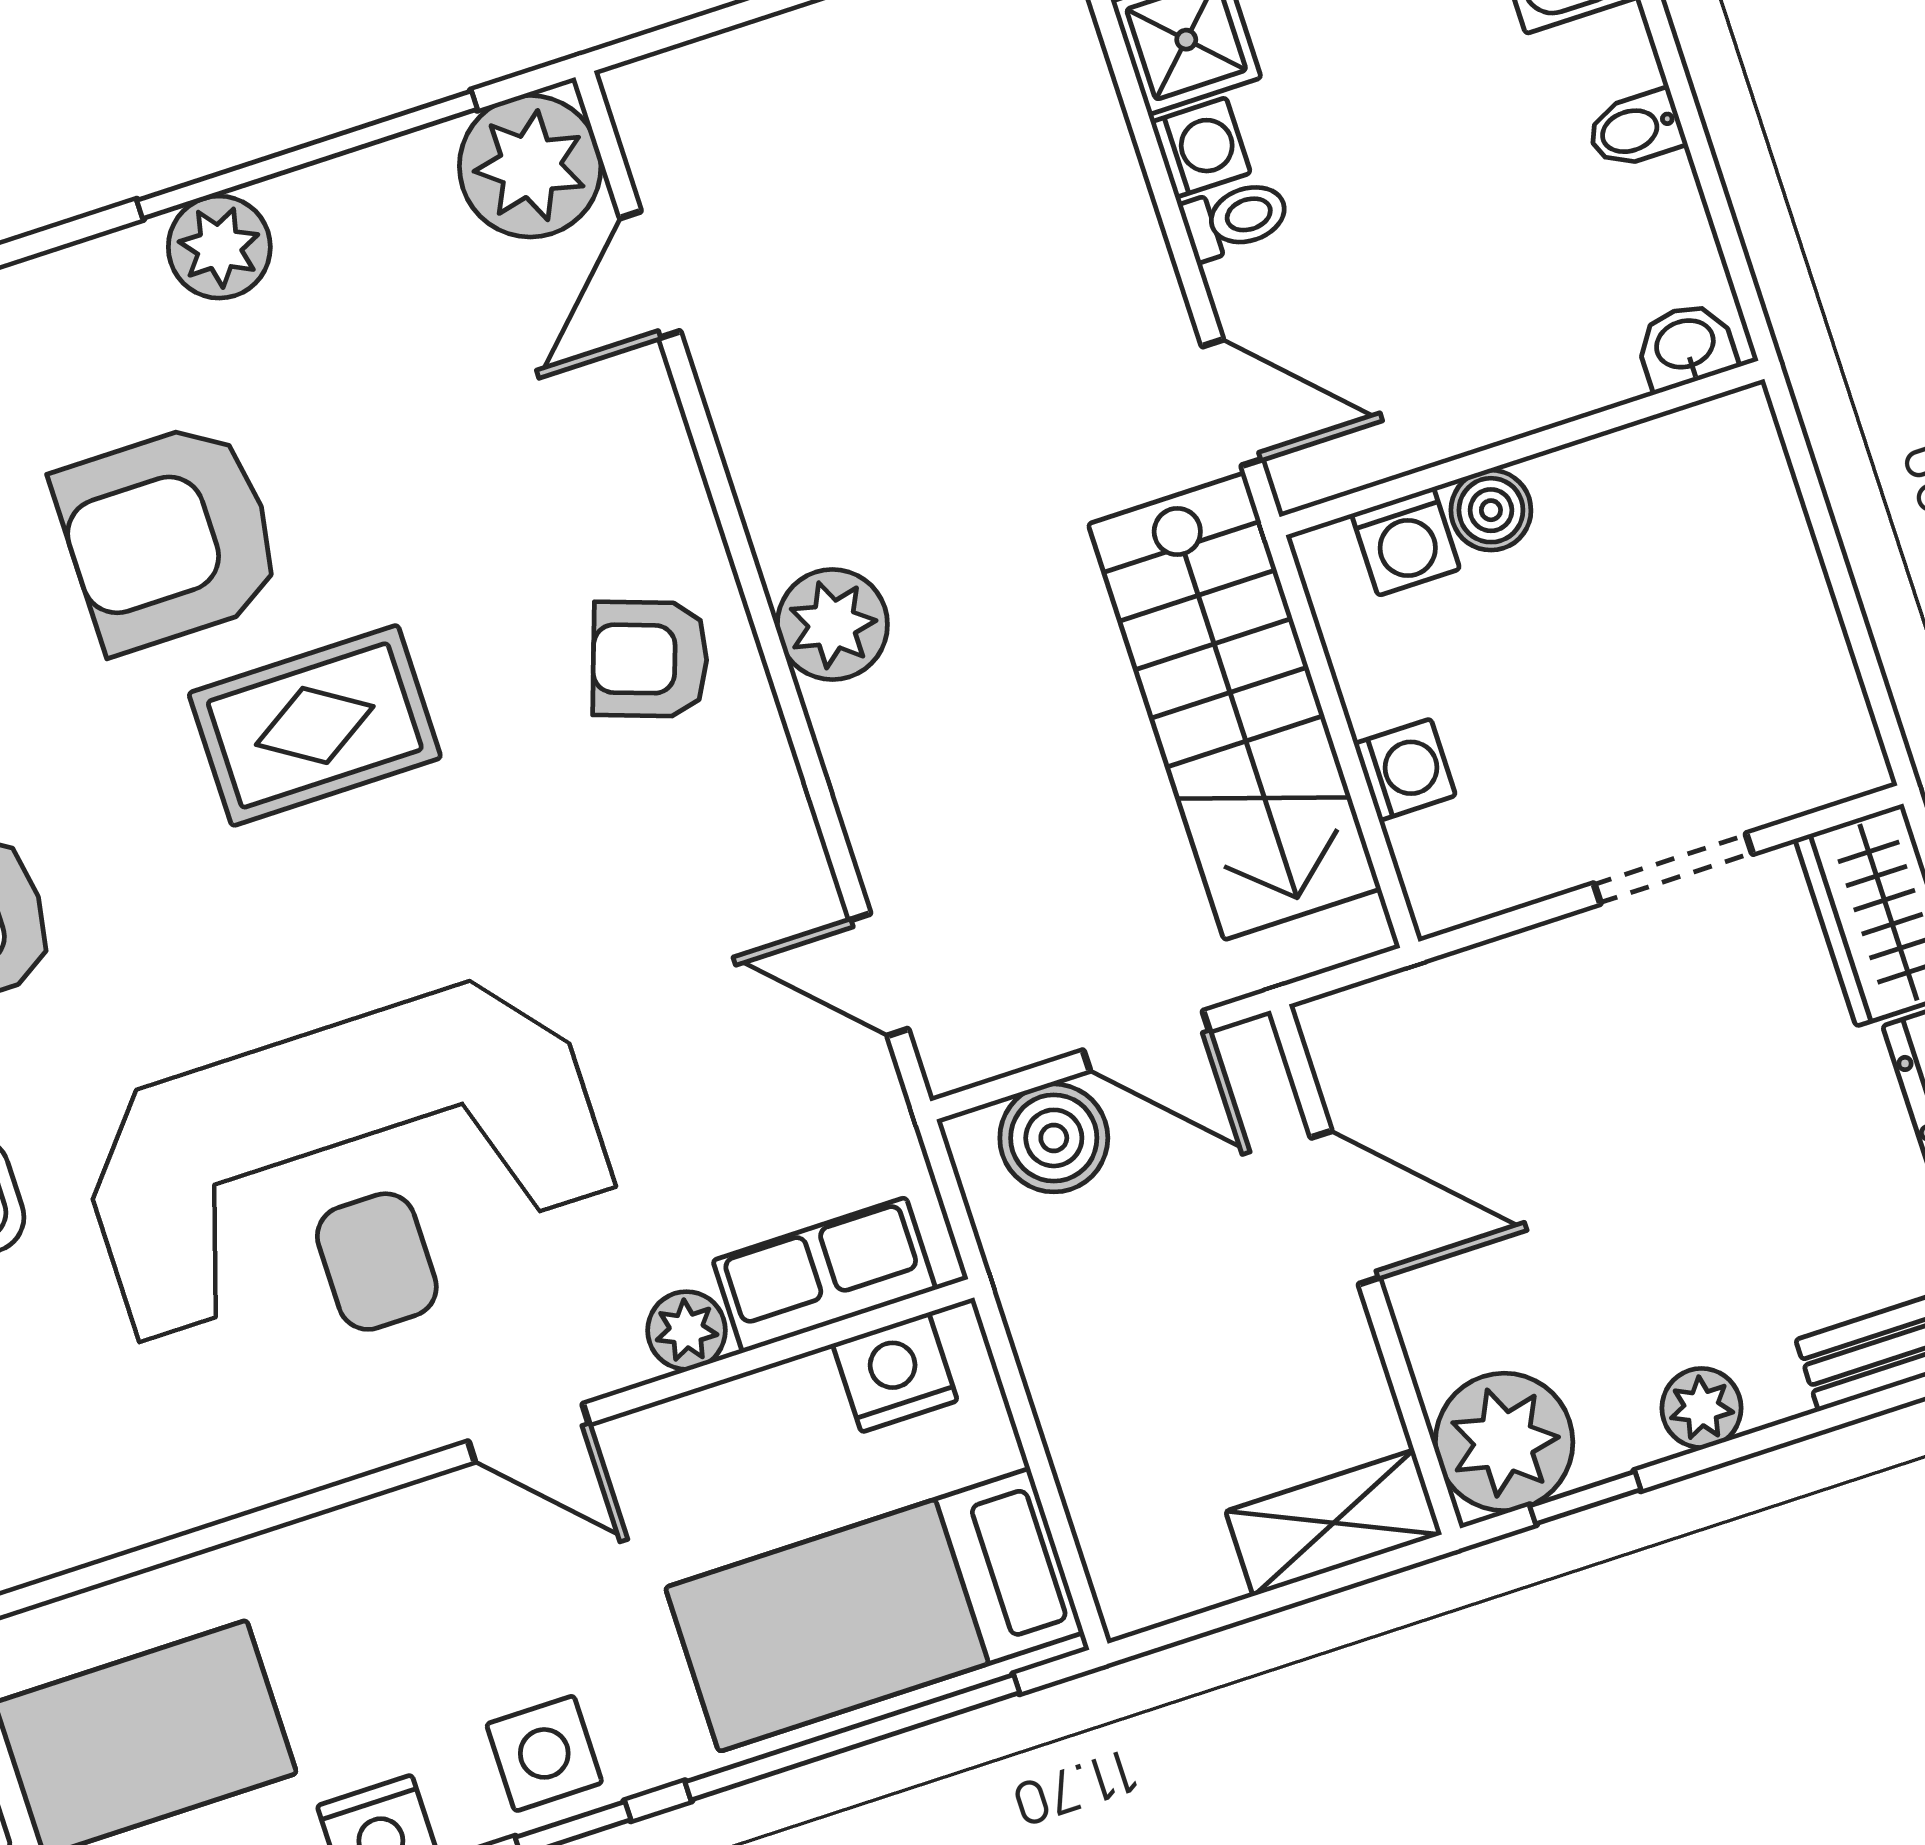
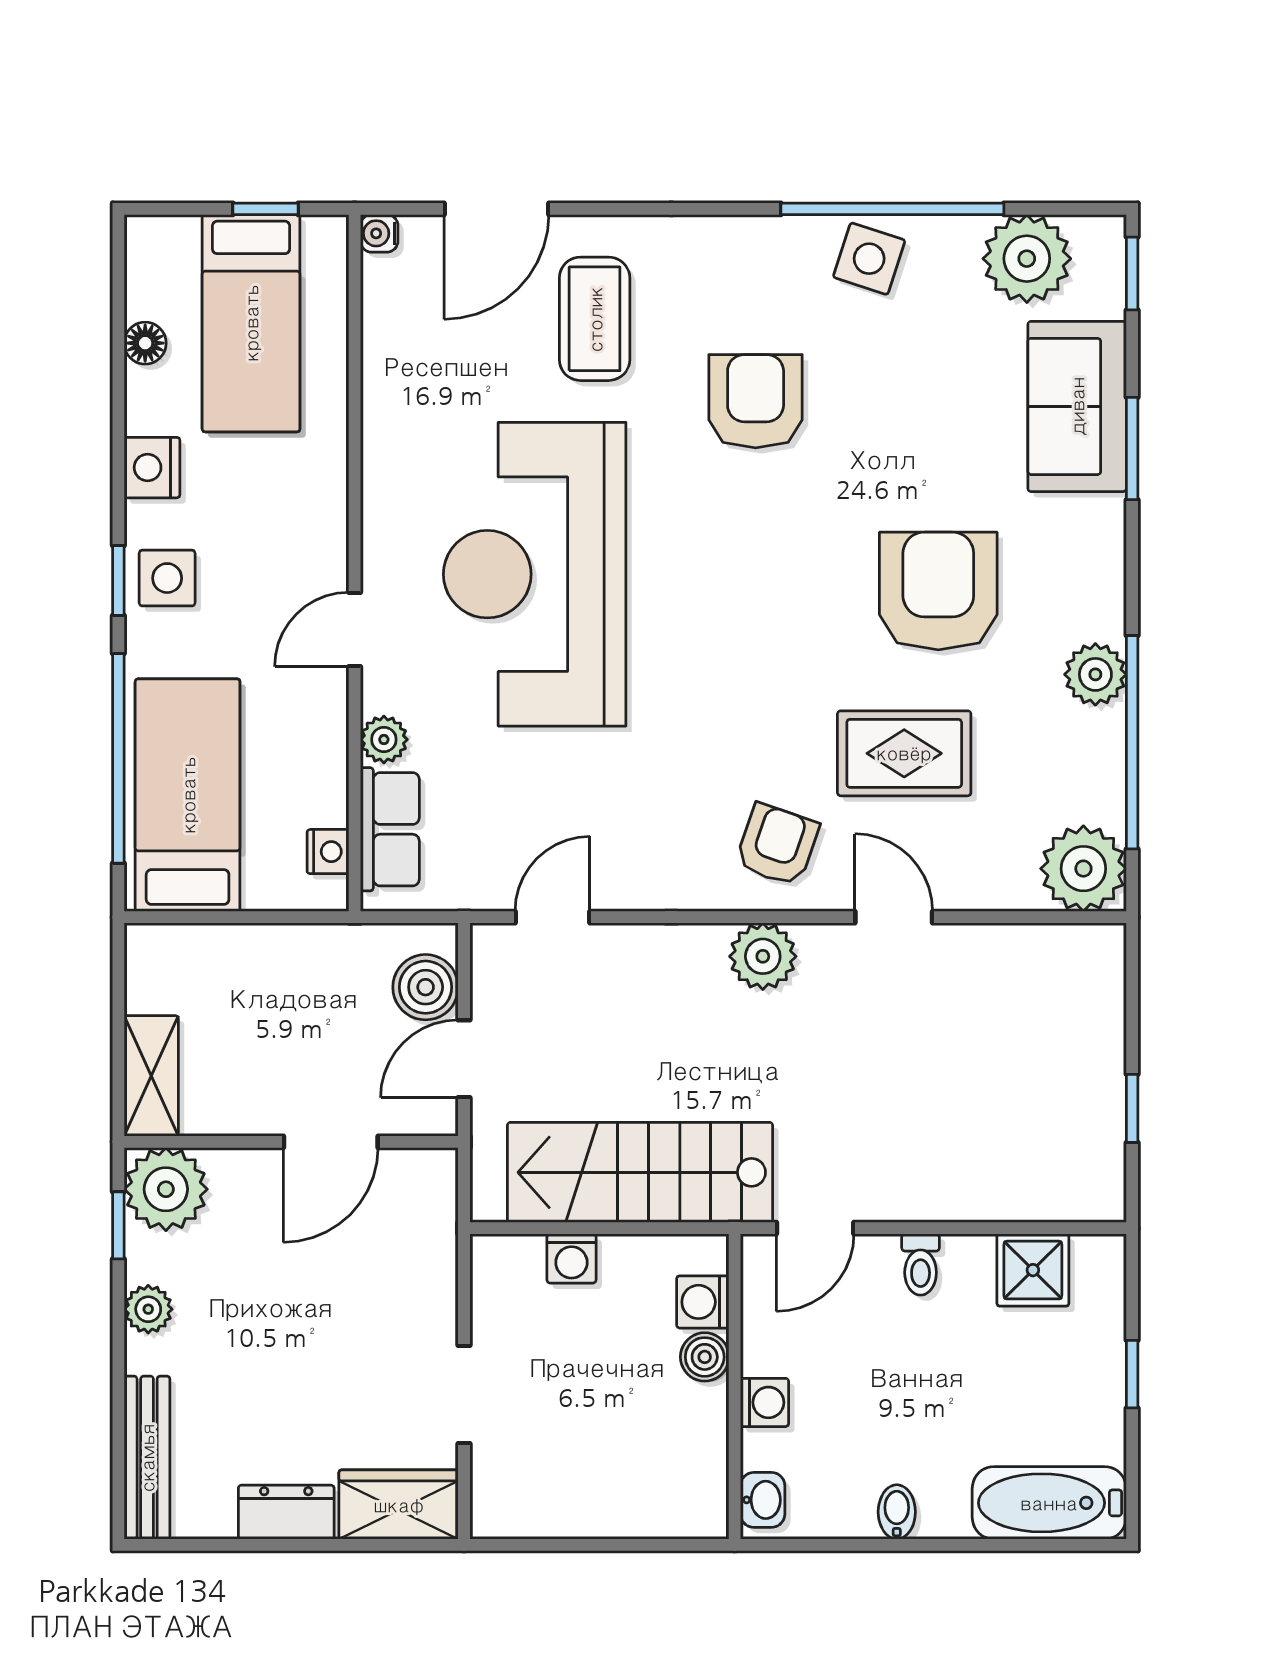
washing machine: (1201, 148) -> (765, 1402), moved, turned -90
door: (650, 275) -> (894, 917), moved
rug: (315, 725) -> (904, 753), moved, turned 90
nightstand: (895, 1372) -> (328, 852), width x0.72, depth x0.74

